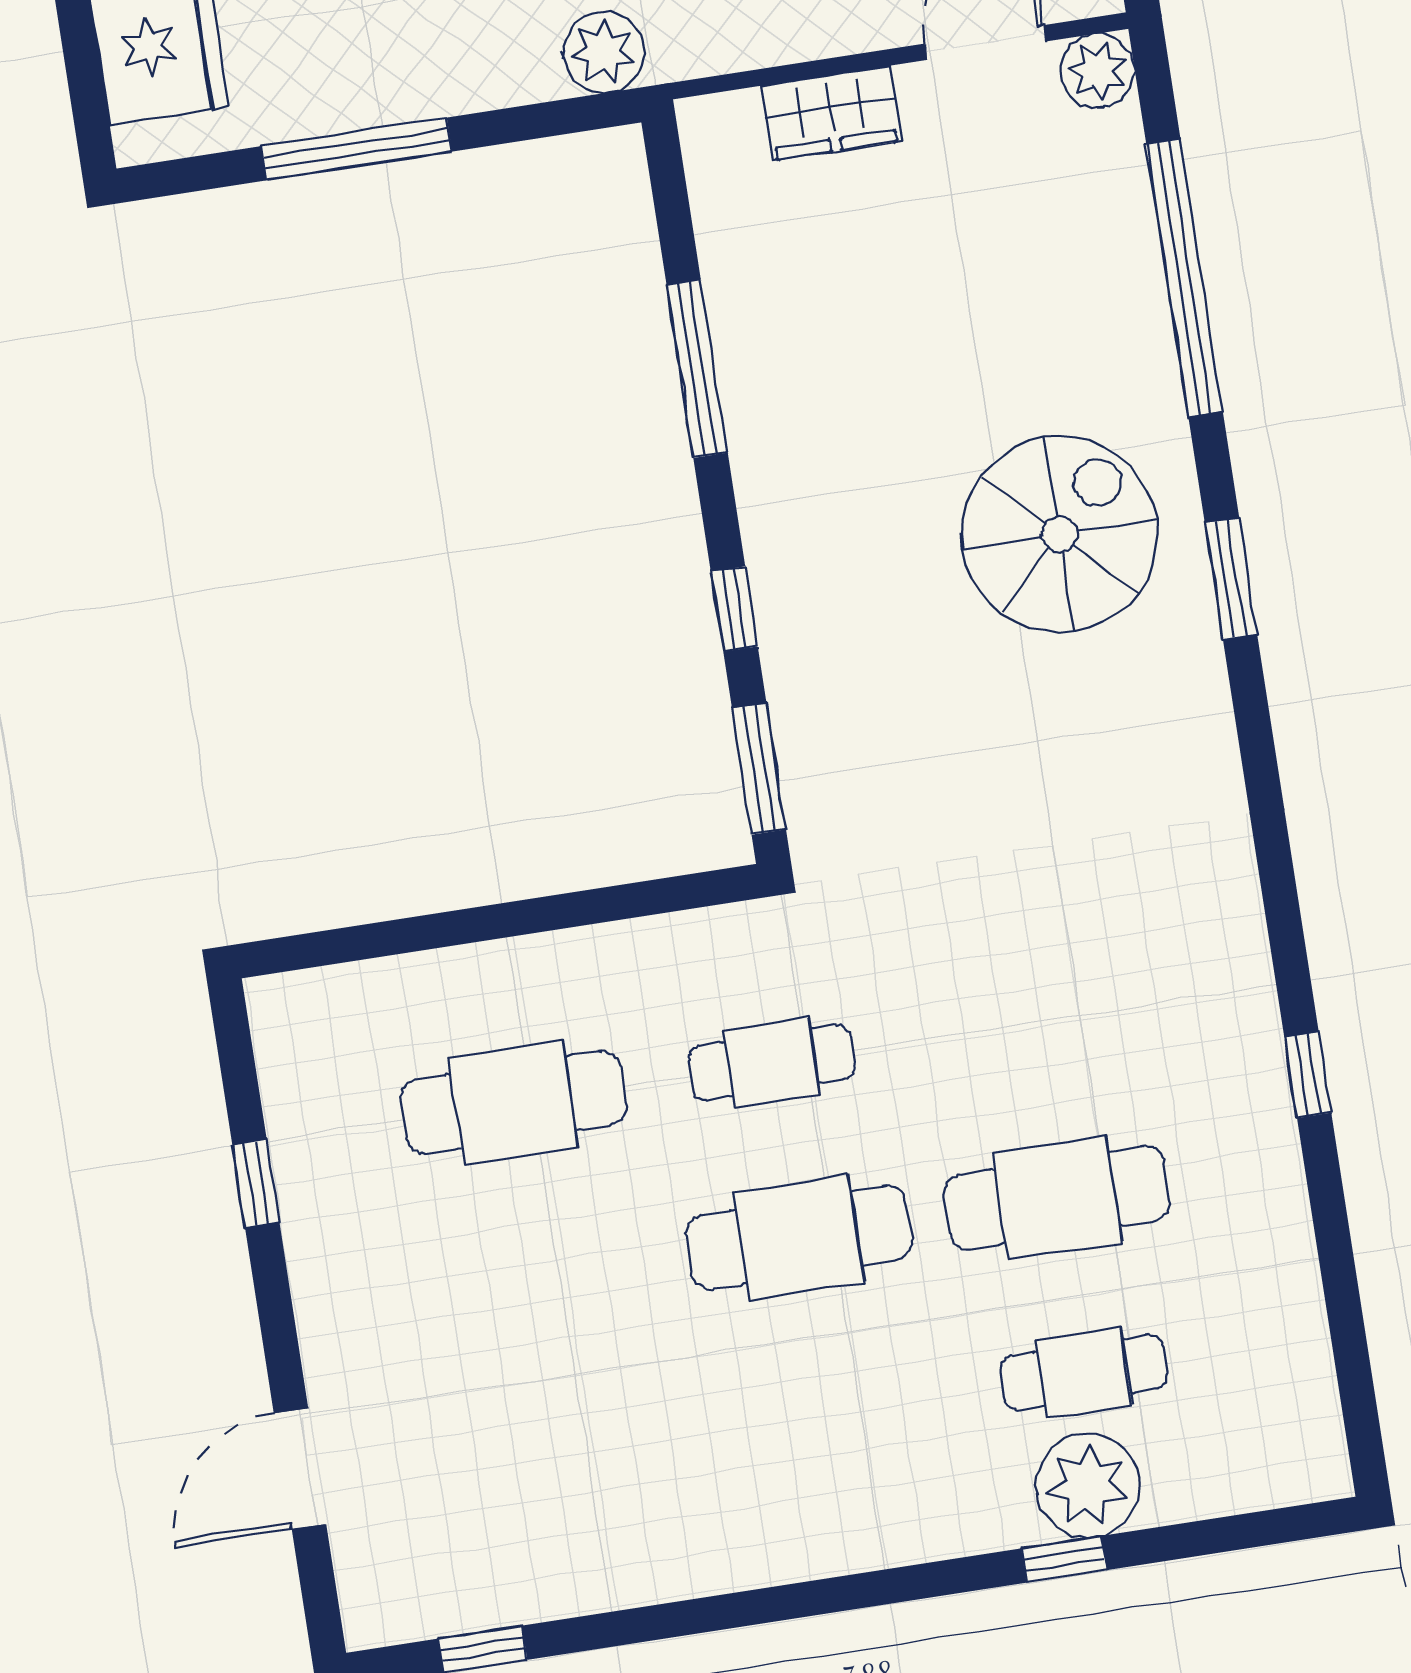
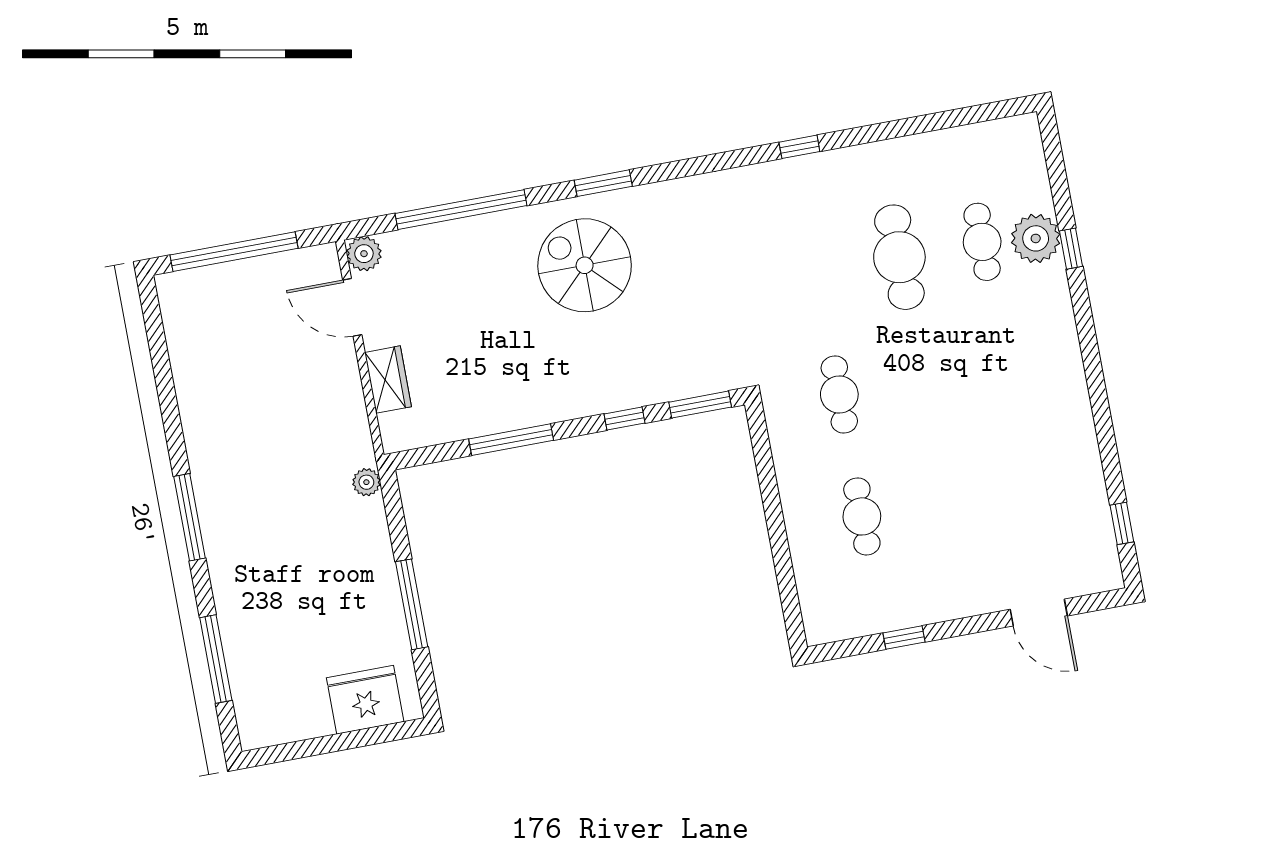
plant: (604, 52) -> (366, 482), width x0.73, depth x0.73
window: (1308, 1075) -> (799, 147), moved
cafe table: (513, 1102) -> (862, 516), width x0.73, depth x0.74
cafe table: (799, 1238) -> (922, 379), removed

